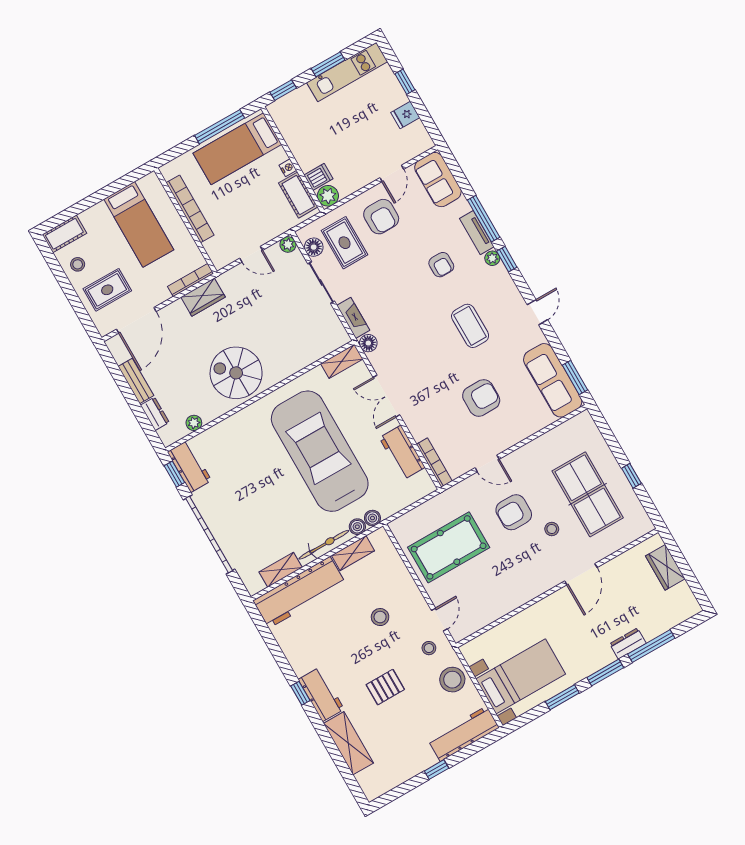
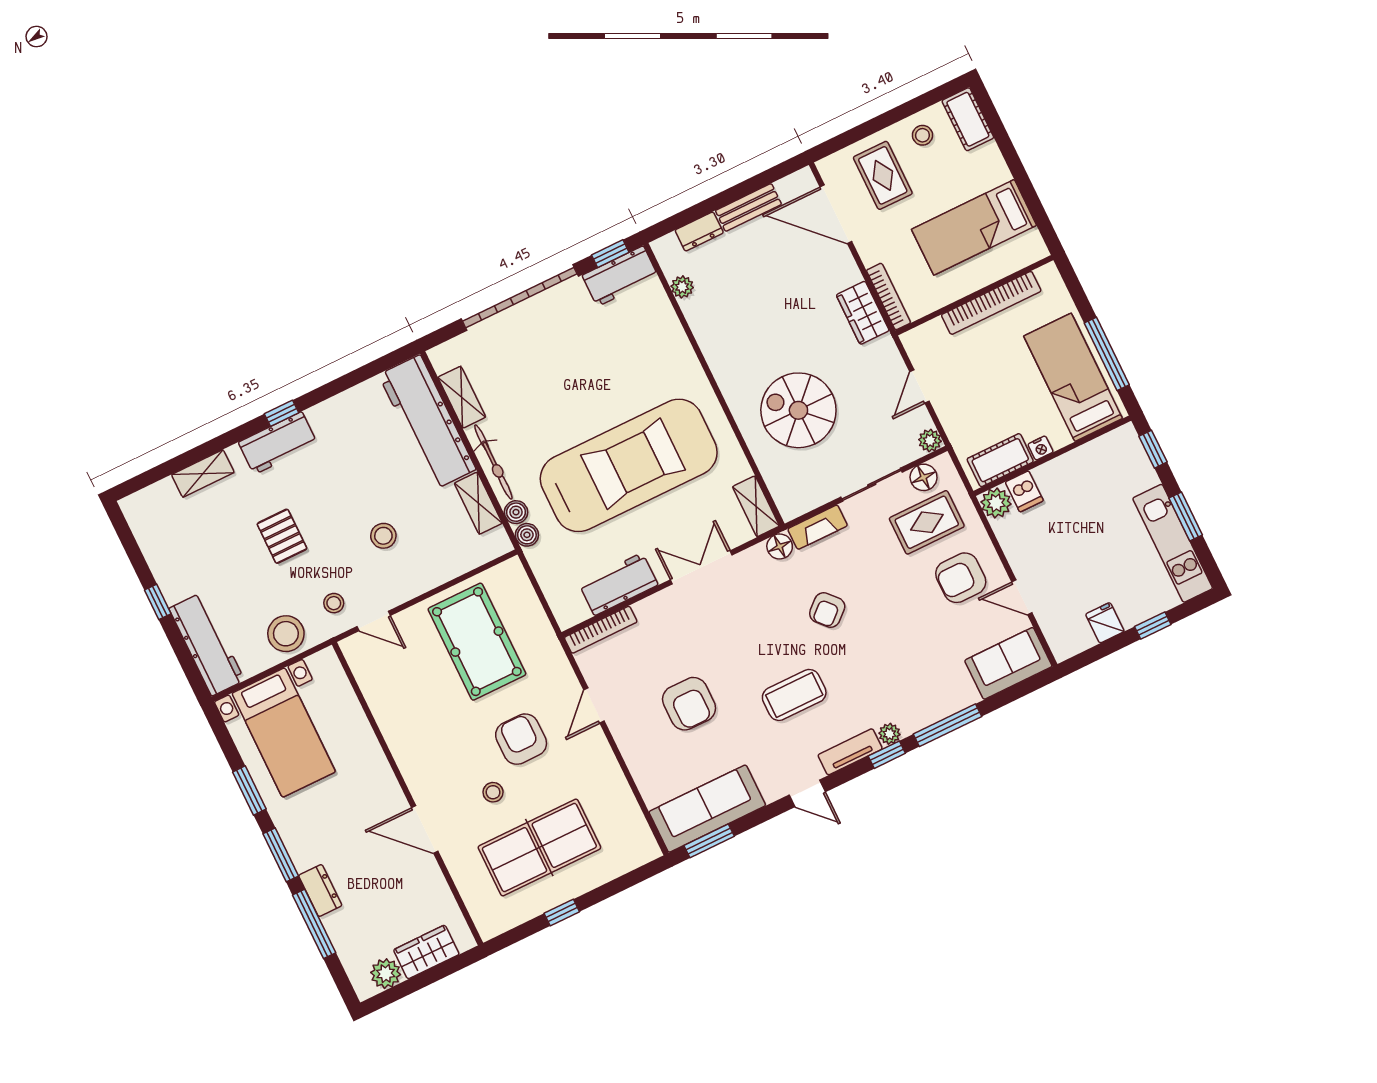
tv unit: (477, 233) -> (850, 752), moved
armchair: (441, 265) -> (827, 610), moved, turned -42
spiral stairs: (236, 373) -> (798, 410), moved, turned -90
plant: (682, 594) -> (386, 974), added
shelving: (348, 743) -> (203, 474), width x0.67, depth x0.75

